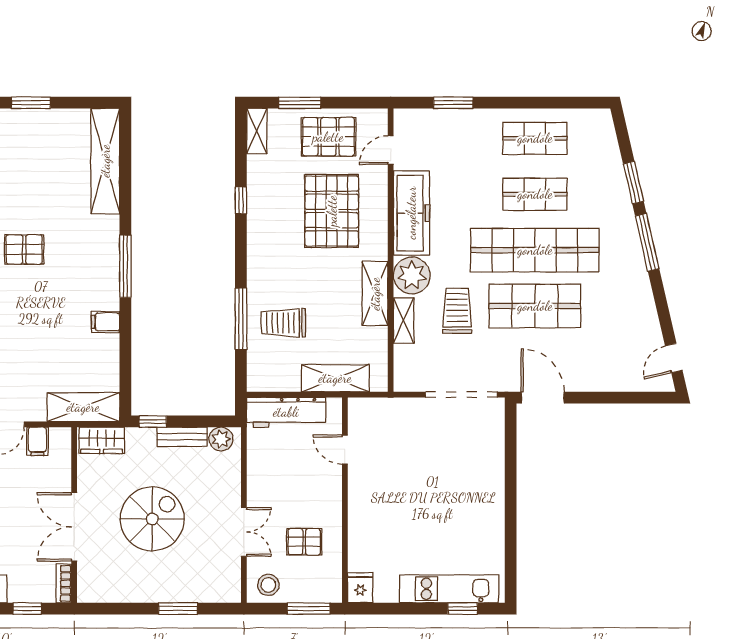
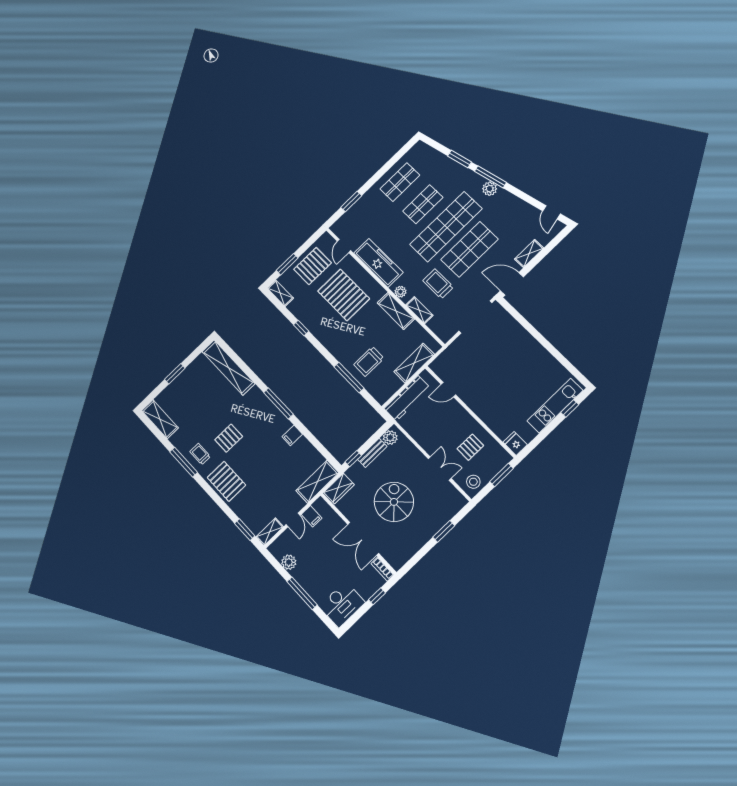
plant: (632, 256) -> (490, 189), added
plant: (412, 275) -> (400, 292), width x0.53, depth x0.53
shelving: (599, 381) -> (529, 254), added

